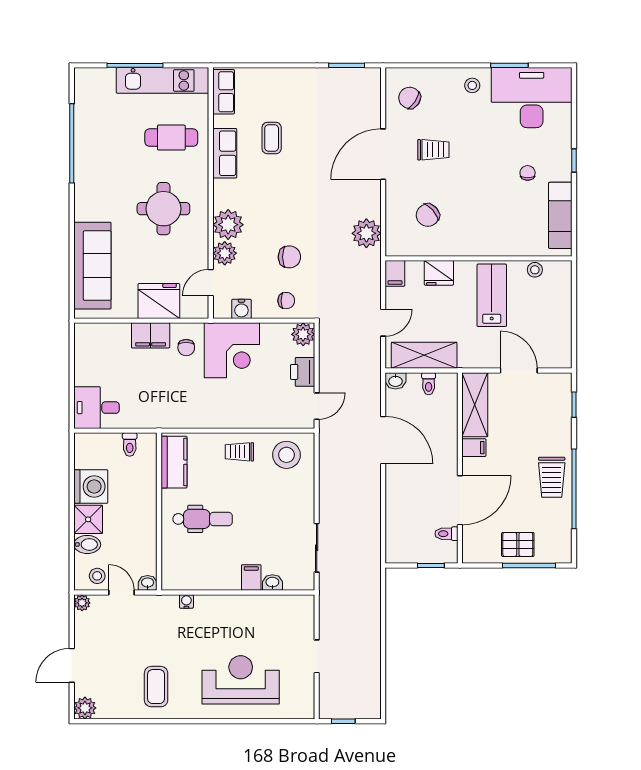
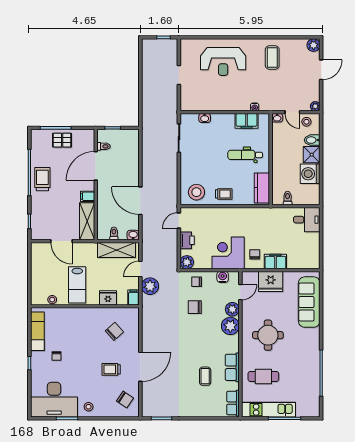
plant: (366, 233) -> (150, 286), moved
filing cabinet: (251, 578) -> (247, 121), moved, width x2.00

